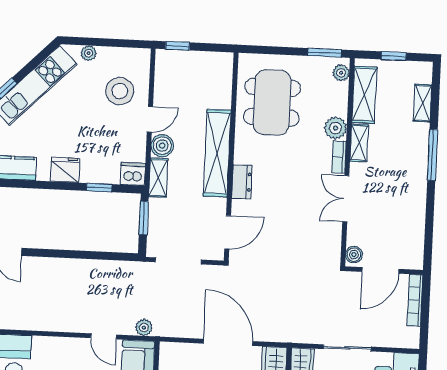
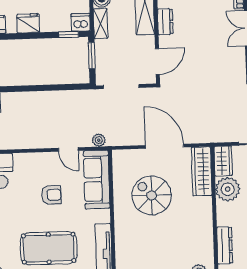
window: (99, 188) -> (69, 34), moved

